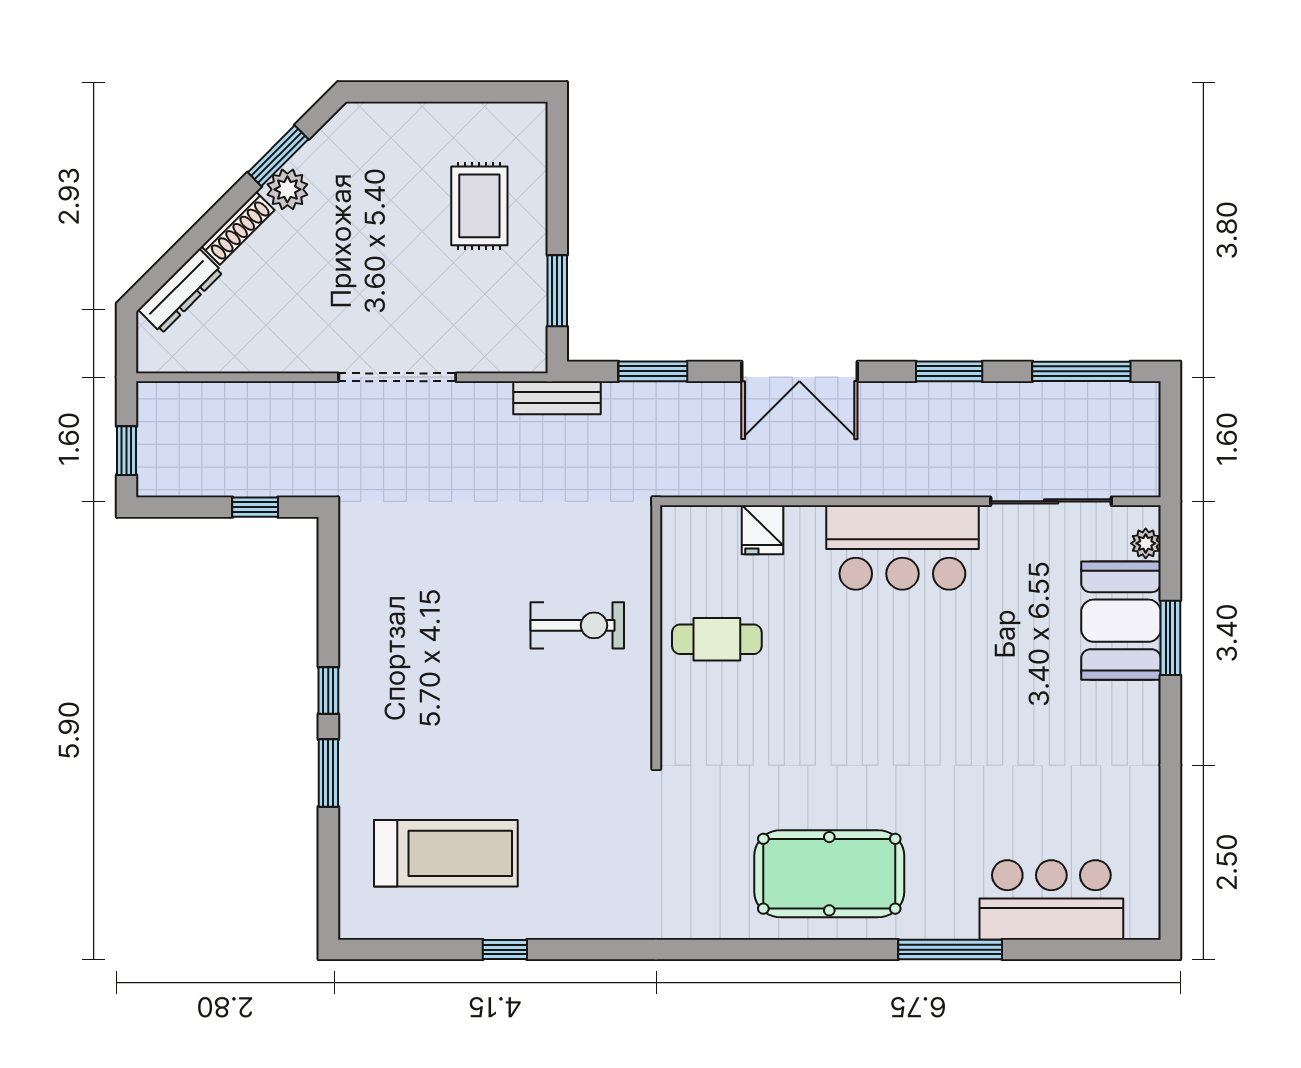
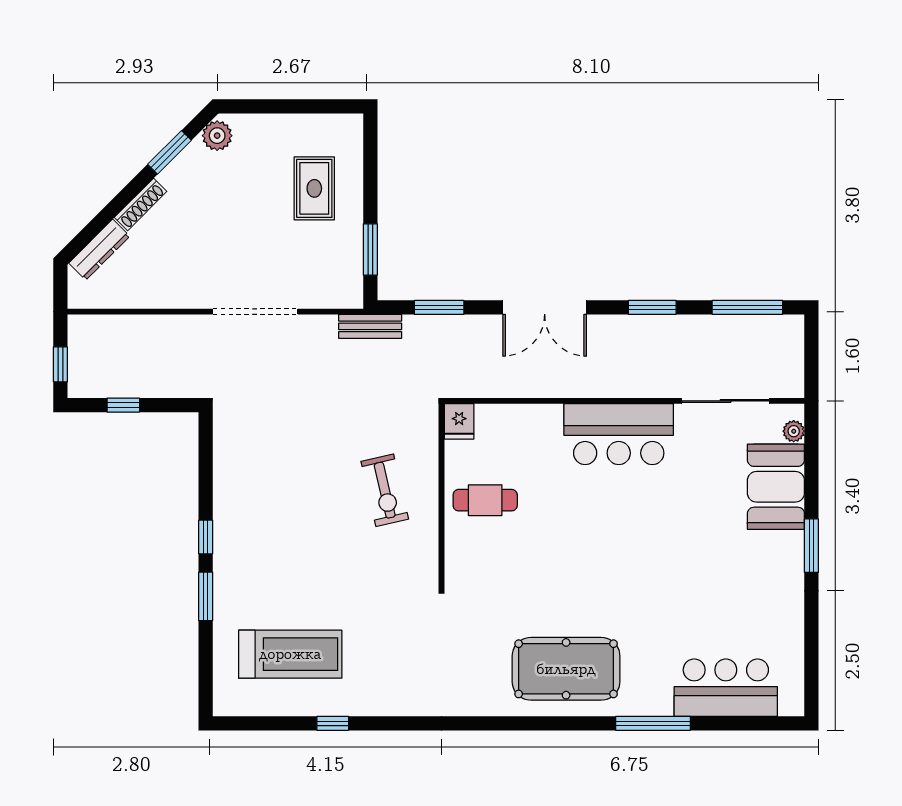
plant: (287, 189) -> (217, 136), moved
window: (255, 507) -> (123, 405), moved
fridge: (763, 530) -> (459, 421), moved
exercise bike: (577, 625) -> (385, 490), turned 77
window: (1170, 638) -> (811, 546), moved

